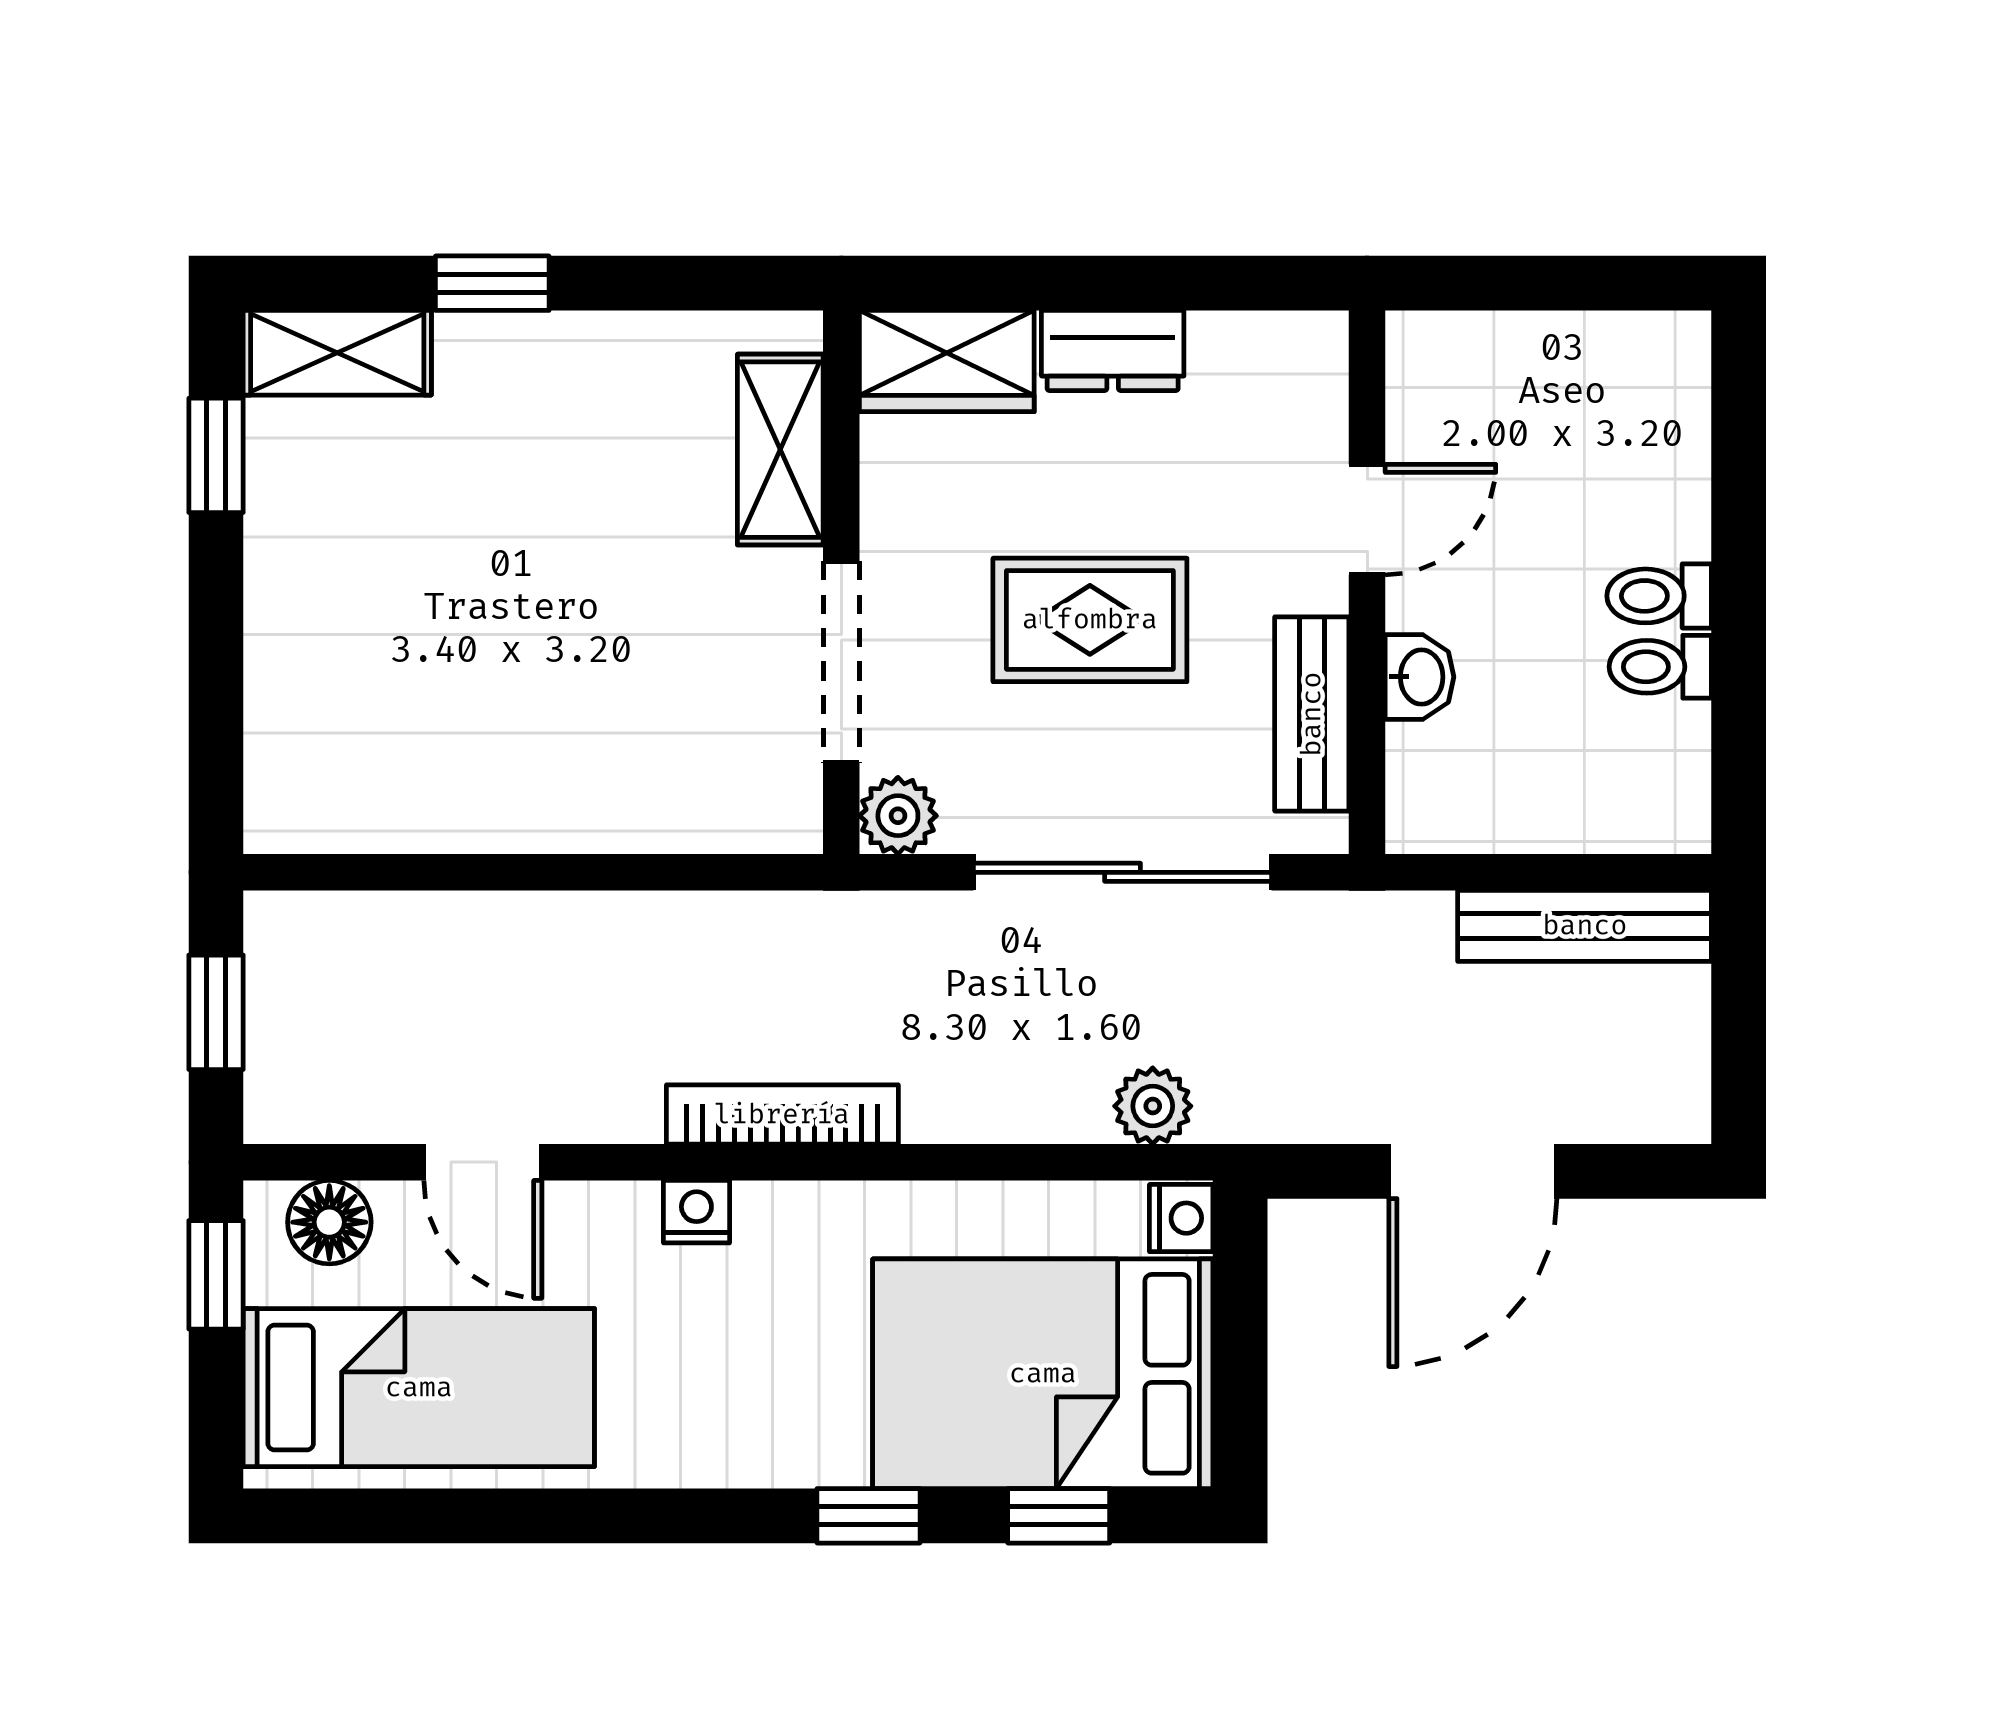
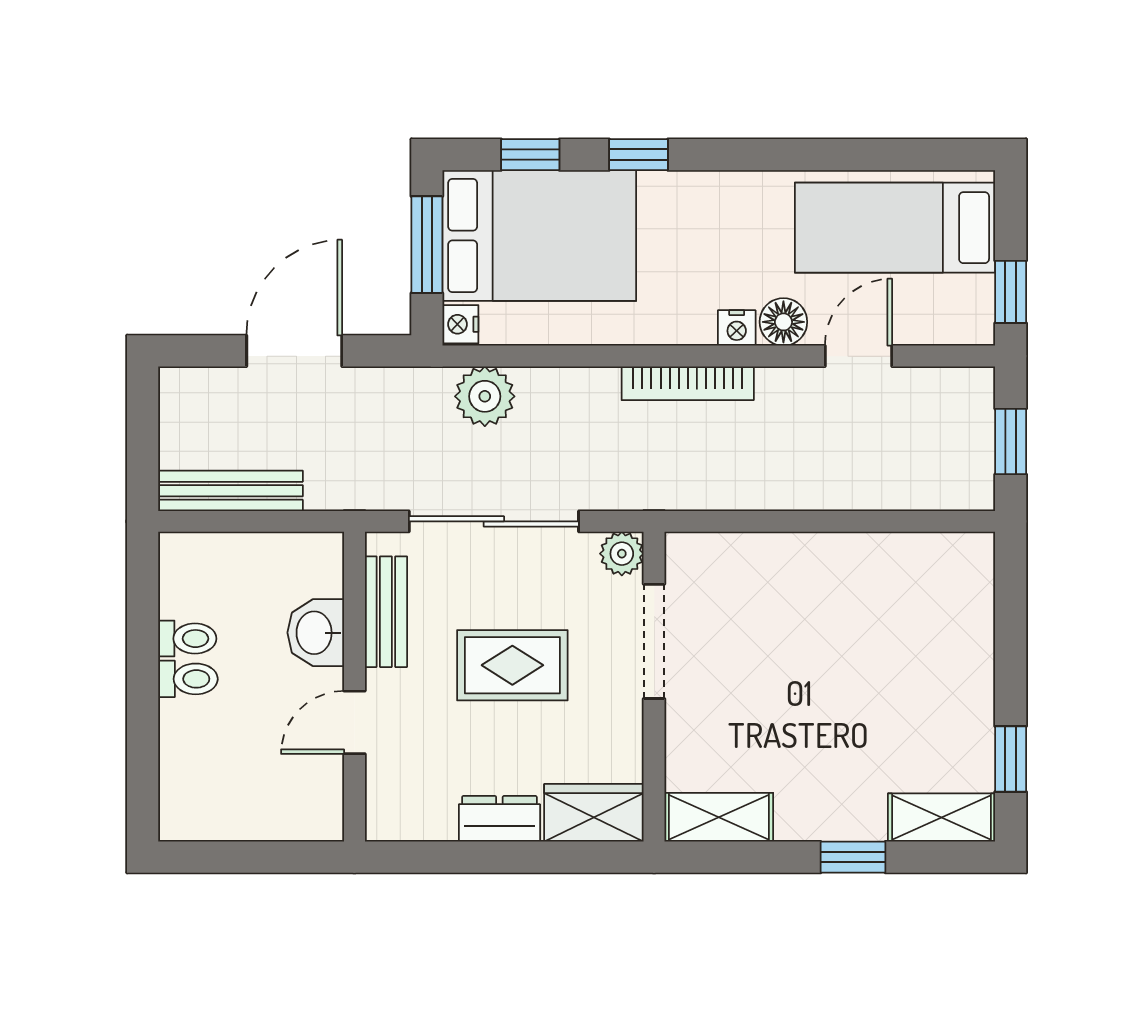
shelving: (780, 450) -> (719, 817), moved, turned 90
washbasin: (1419, 677) -> (316, 633), width x1.38, depth x1.45
plant: (1153, 1106) -> (485, 396), width x1.38, depth x1.38
door: (483, 1162) -> (858, 356), hinge flipped
floor lamp: (329, 1222) -> (783, 322), moved
window: (1240, 1358) -> (427, 245), added

